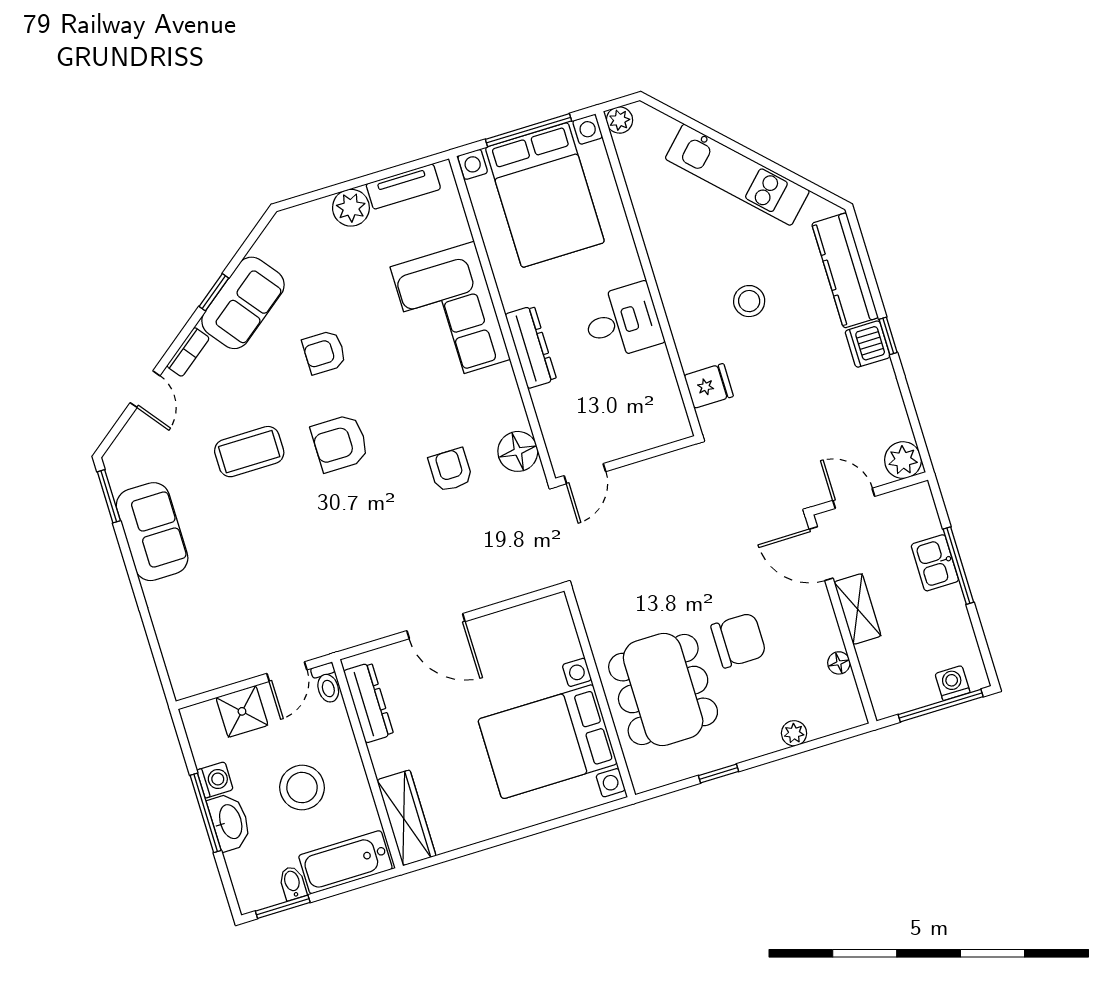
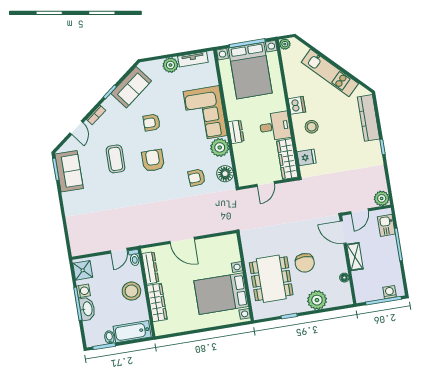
stool: (749, 301) -> (312, 127), moved
sofa: (243, 303) -> (131, 87), moved
dishwasher: (868, 344) -> (297, 105), moved, turned 180
dresser: (531, 347) -> (236, 132), width x0.70
plant: (496, 390) -> (220, 147), added
wardrobe: (663, 396) -> (287, 159), added
armchair: (340, 443) -> (153, 160), turned 90
coffee table: (249, 452) -> (116, 159), turned 90
armchair: (450, 470) -> (197, 177), turned -93
door: (585, 474) -> (266, 184), moved
door: (854, 498) -> (360, 211), swing flipped
sofa: (152, 532) -> (69, 171), moved
kitchen sink: (935, 563) -> (386, 225), moved
chair: (739, 640) -> (305, 263), turned 89
shower: (242, 711) -> (83, 270), moved
plant: (794, 733) -> (317, 300), width x1.88, depth x1.88
stool: (302, 788) -> (131, 291), moved
wardrobe: (406, 818) -> (157, 302), moved

